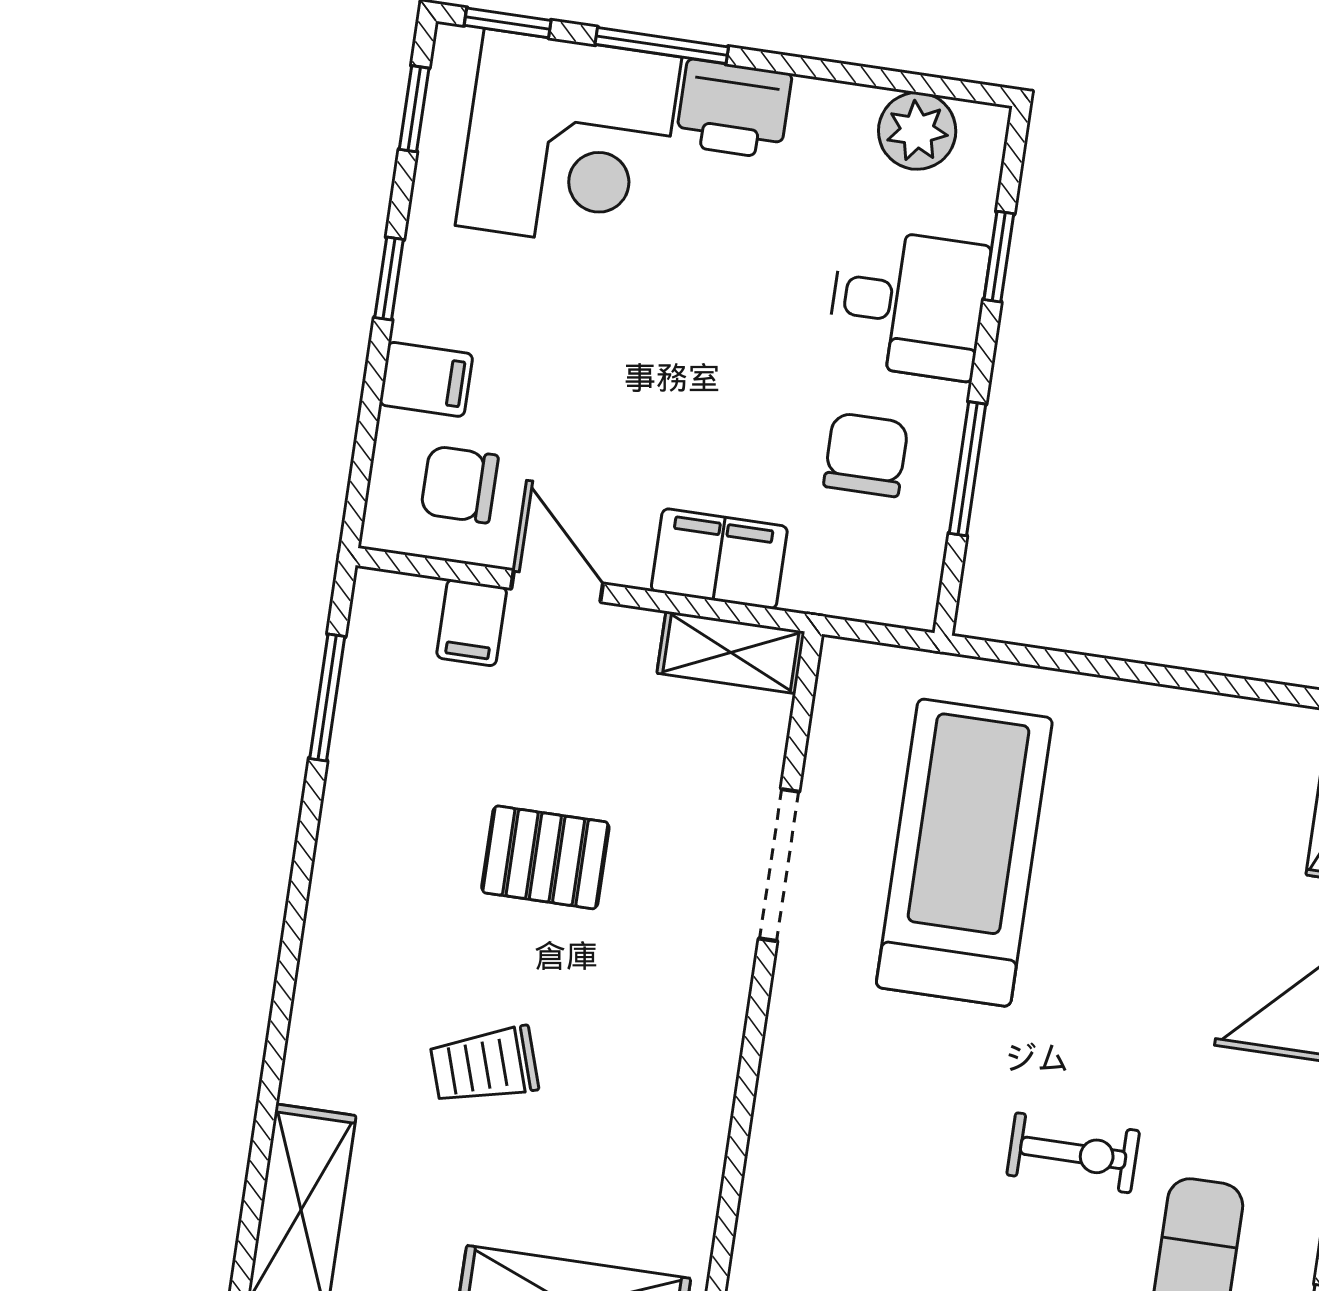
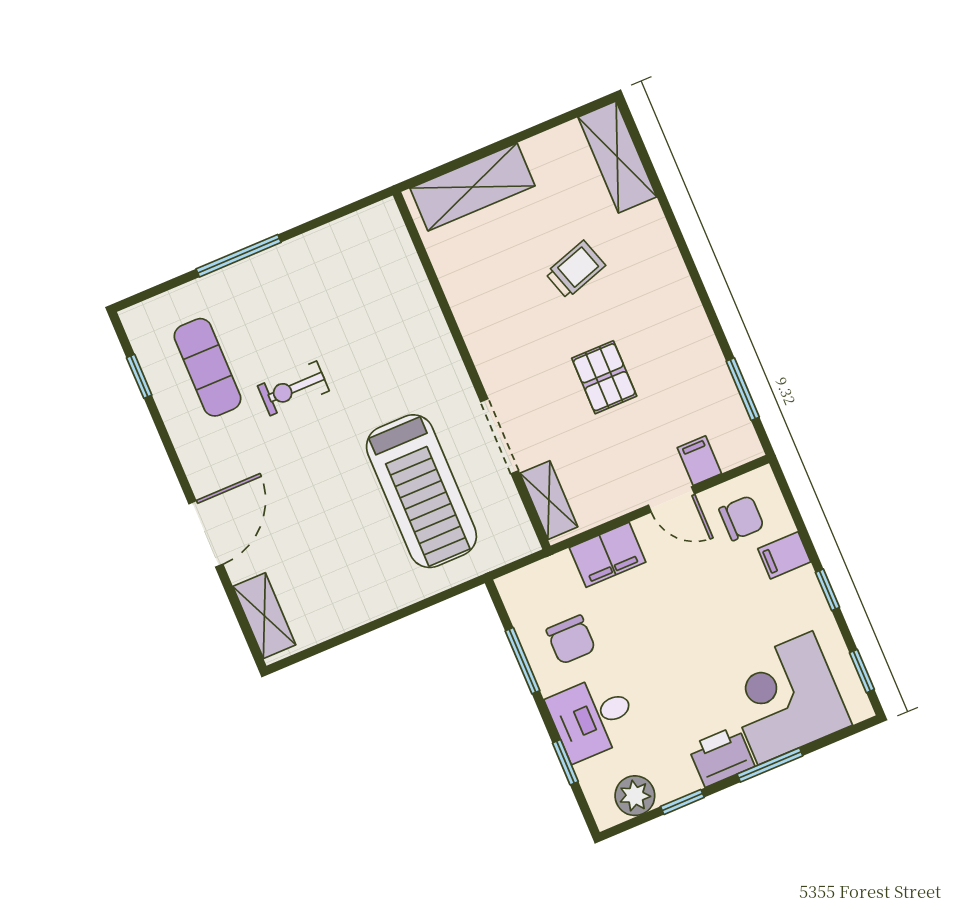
window: (508, 23) -> (682, 802), moved
shelving: (731, 652) -> (549, 500), moved, turned 90
pallet: (545, 857) -> (604, 377), turned 90

